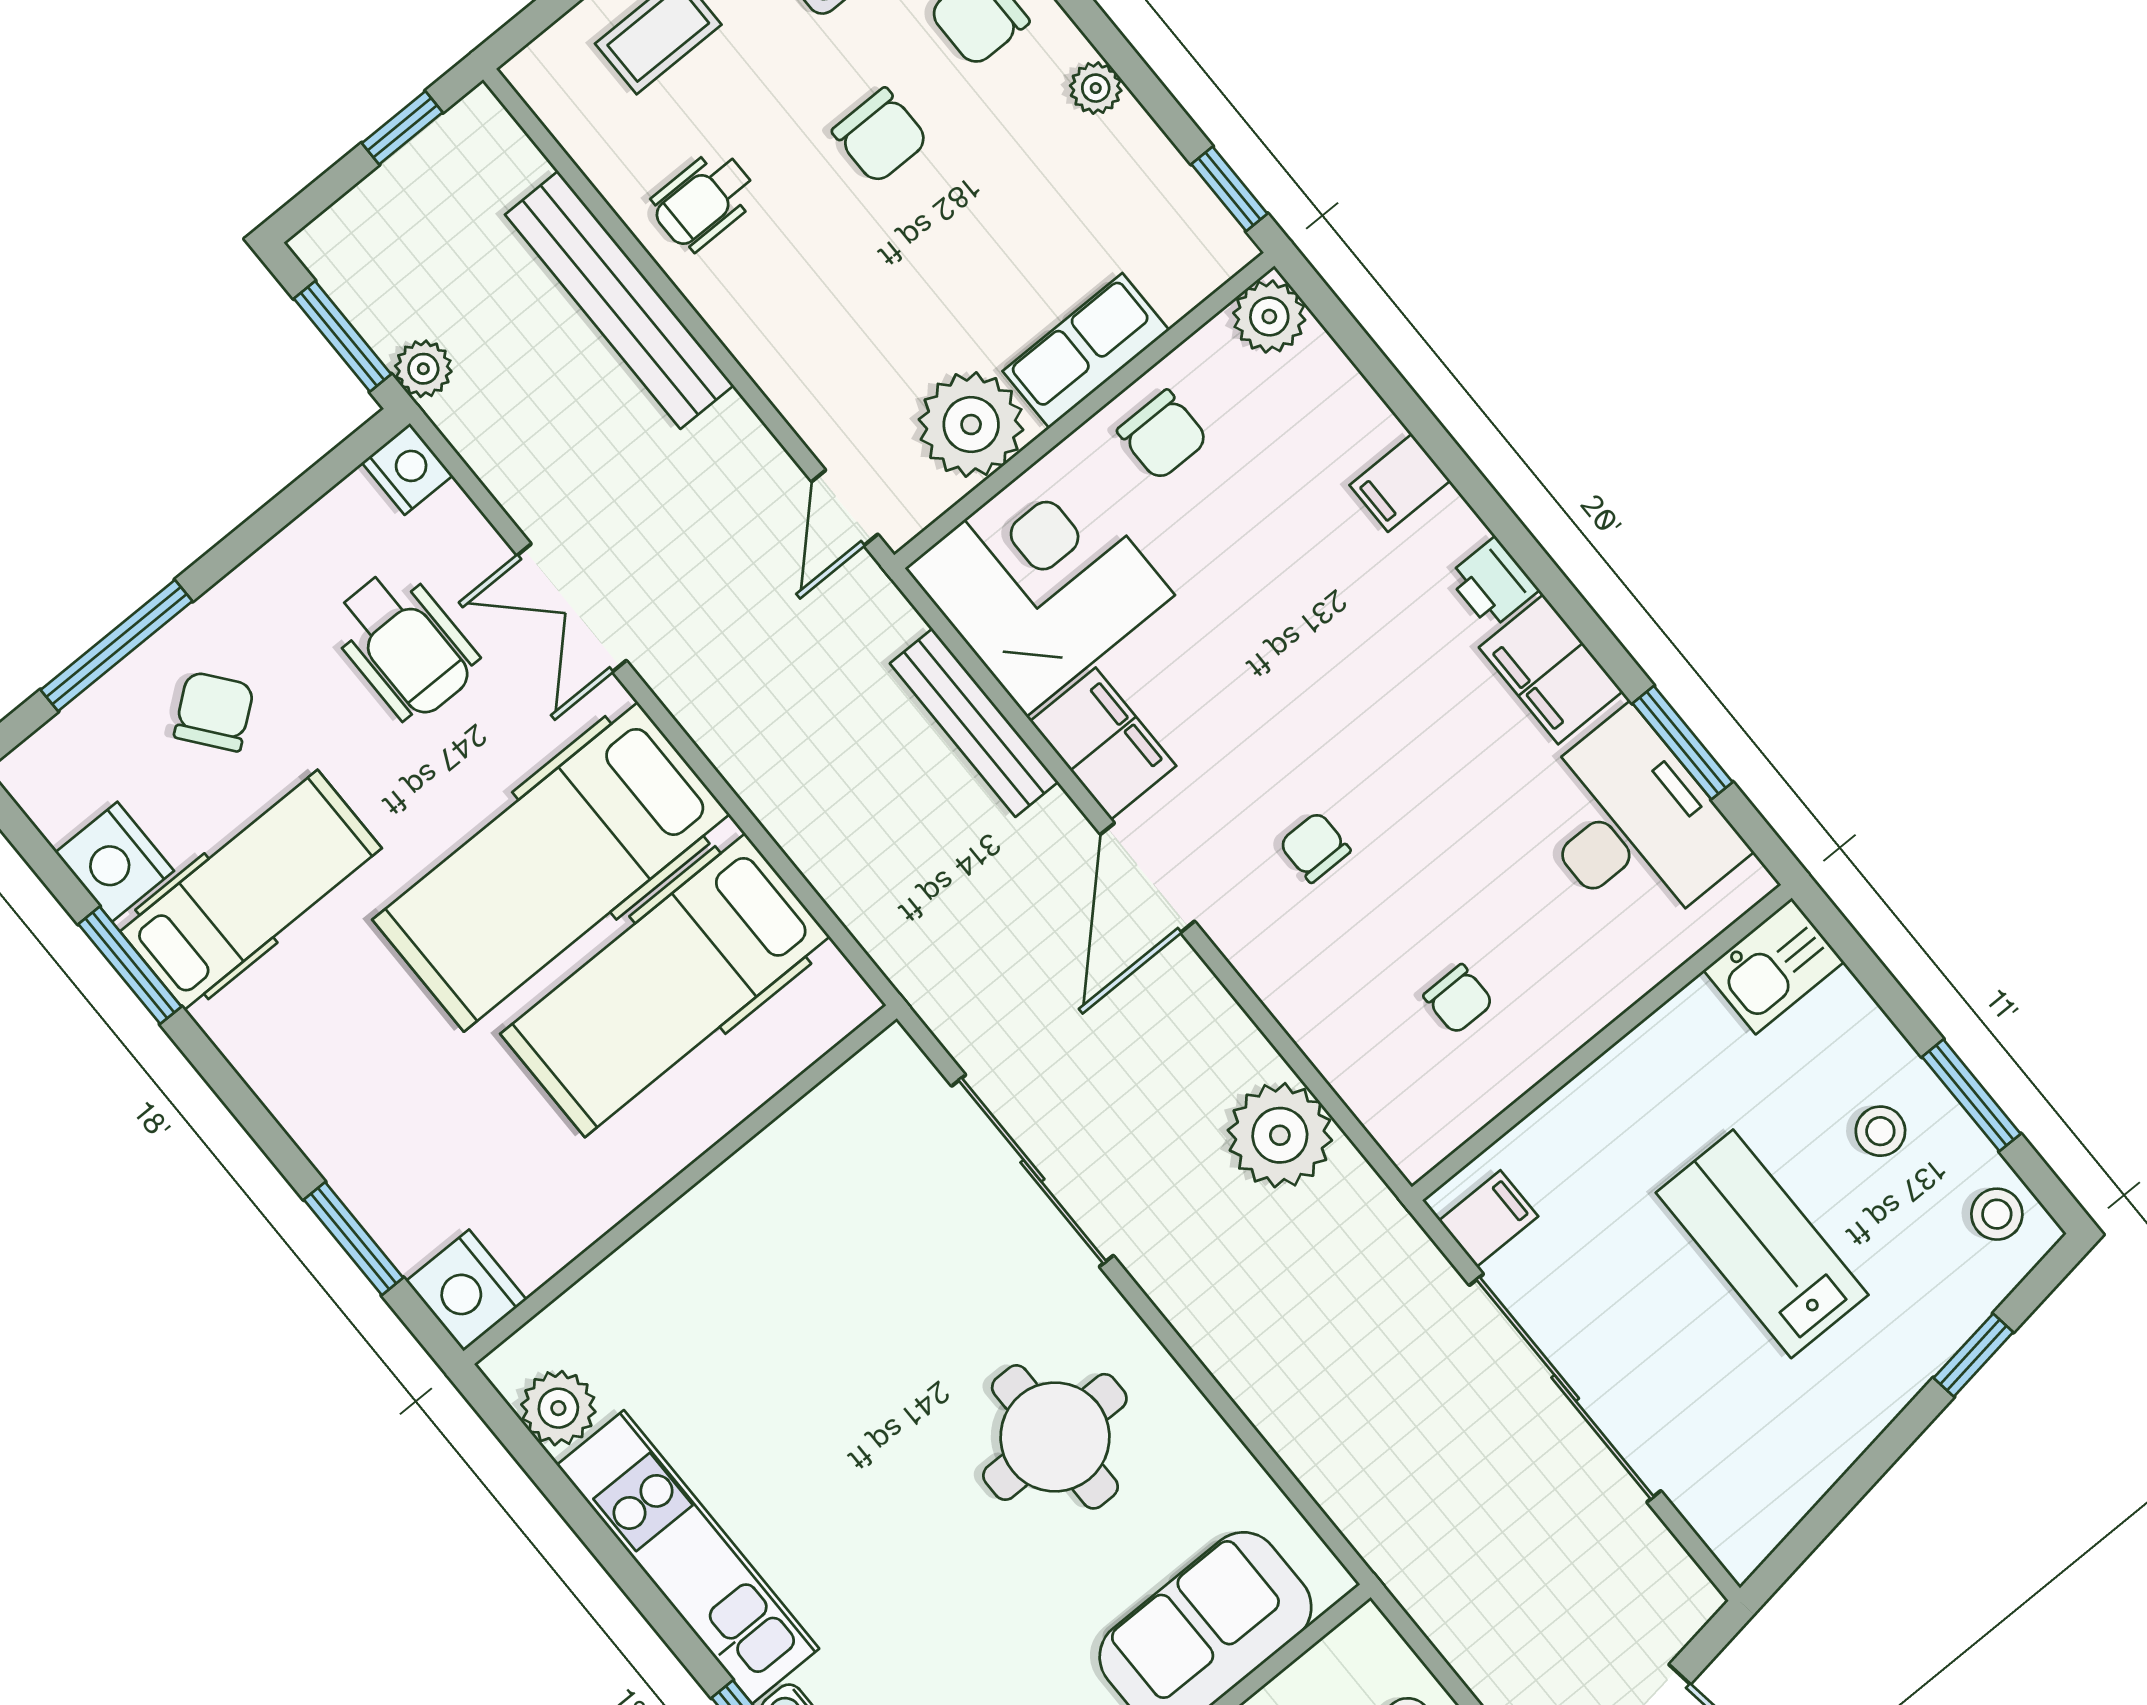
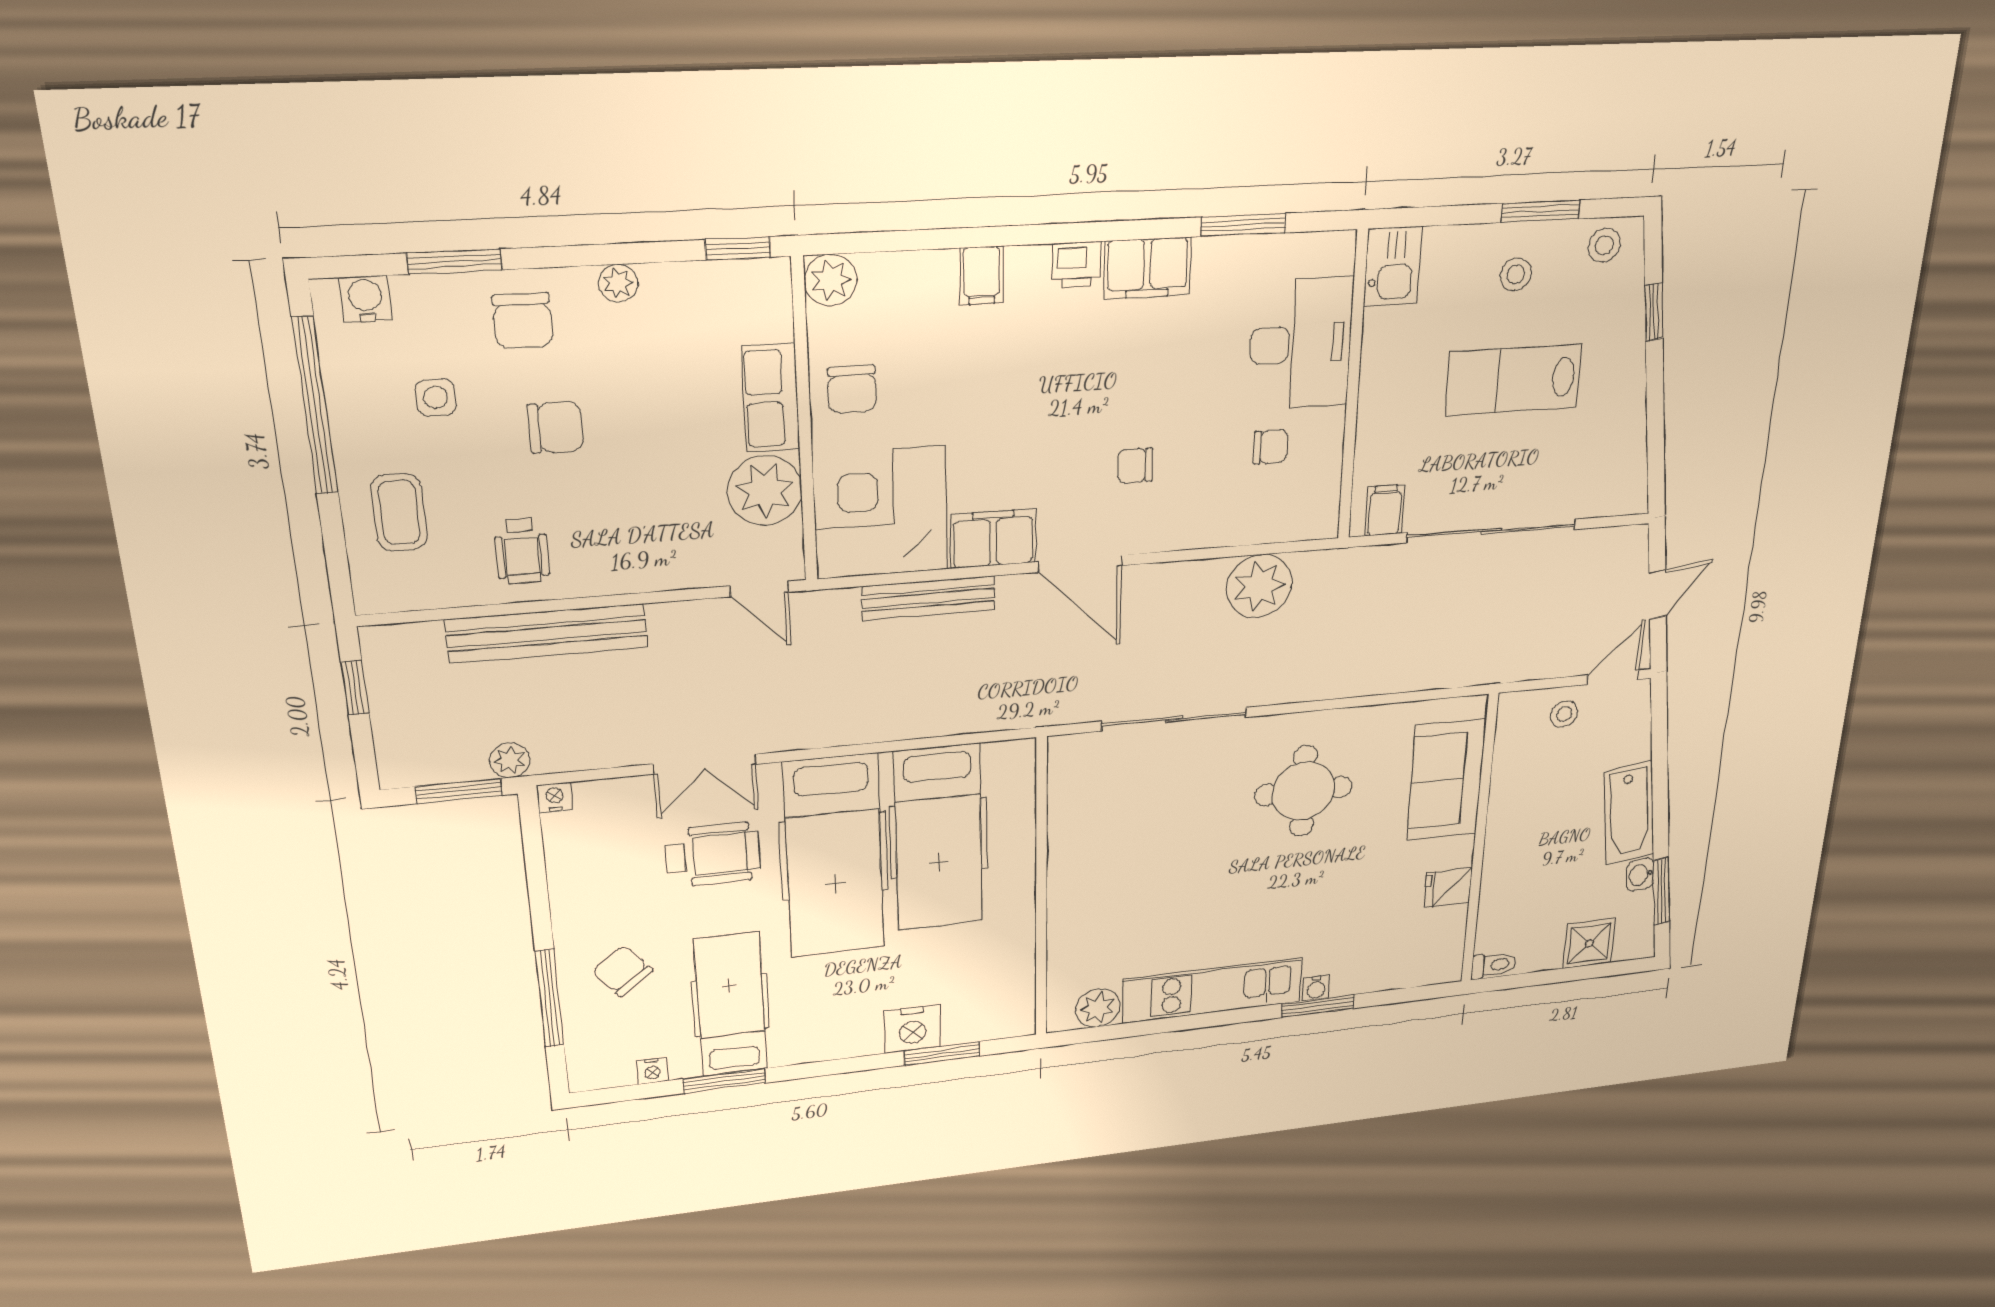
chair: (1163, 435) -> (852, 389), turned 90
nightstand: (407, 469) -> (555, 797), width x0.72, depth x0.74
wheelchair: (404, 644) -> (713, 855), moved
desk: (1633, 825) -> (1301, 344), moved, turned 90
nightstand: (115, 862) -> (652, 1071), width x0.53, depth x0.56
nightstand: (466, 1290) -> (913, 1029), moved

